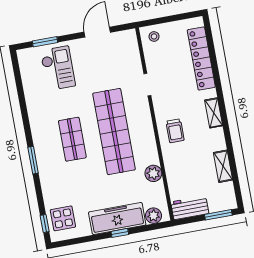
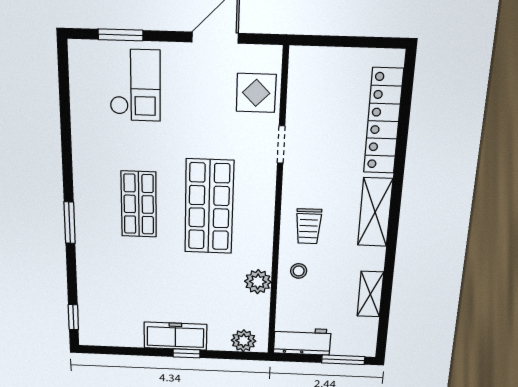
stool: (154, 36) -> (299, 271), moved
shelving: (214, 113) -> (375, 212), width x1.50, depth x1.33
shop shelf: (114, 132) -> (209, 207), width x0.71
display table: (63, 218) -> (256, 93), moved
freezer: (117, 219) -> (175, 336), width x0.73, depth x0.79

